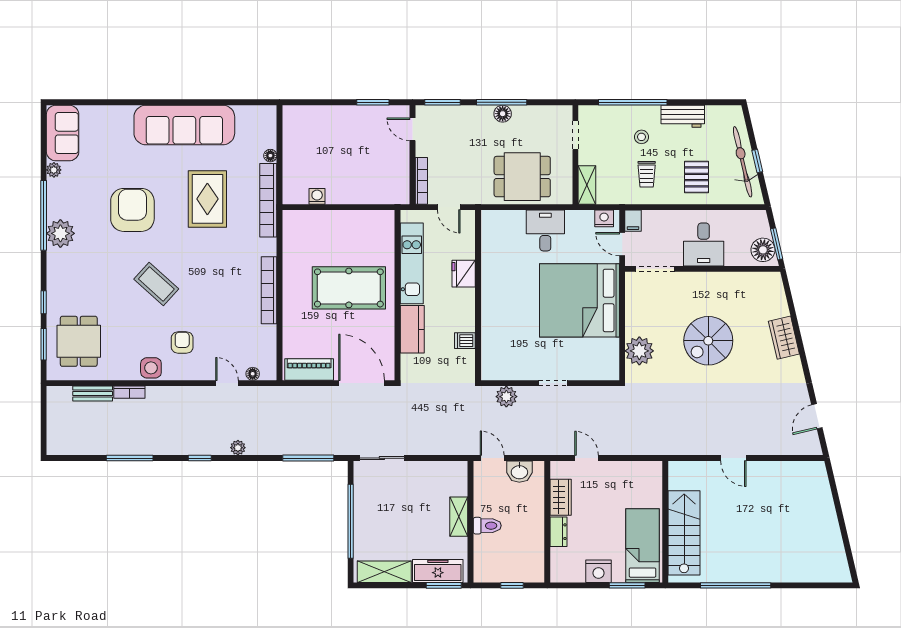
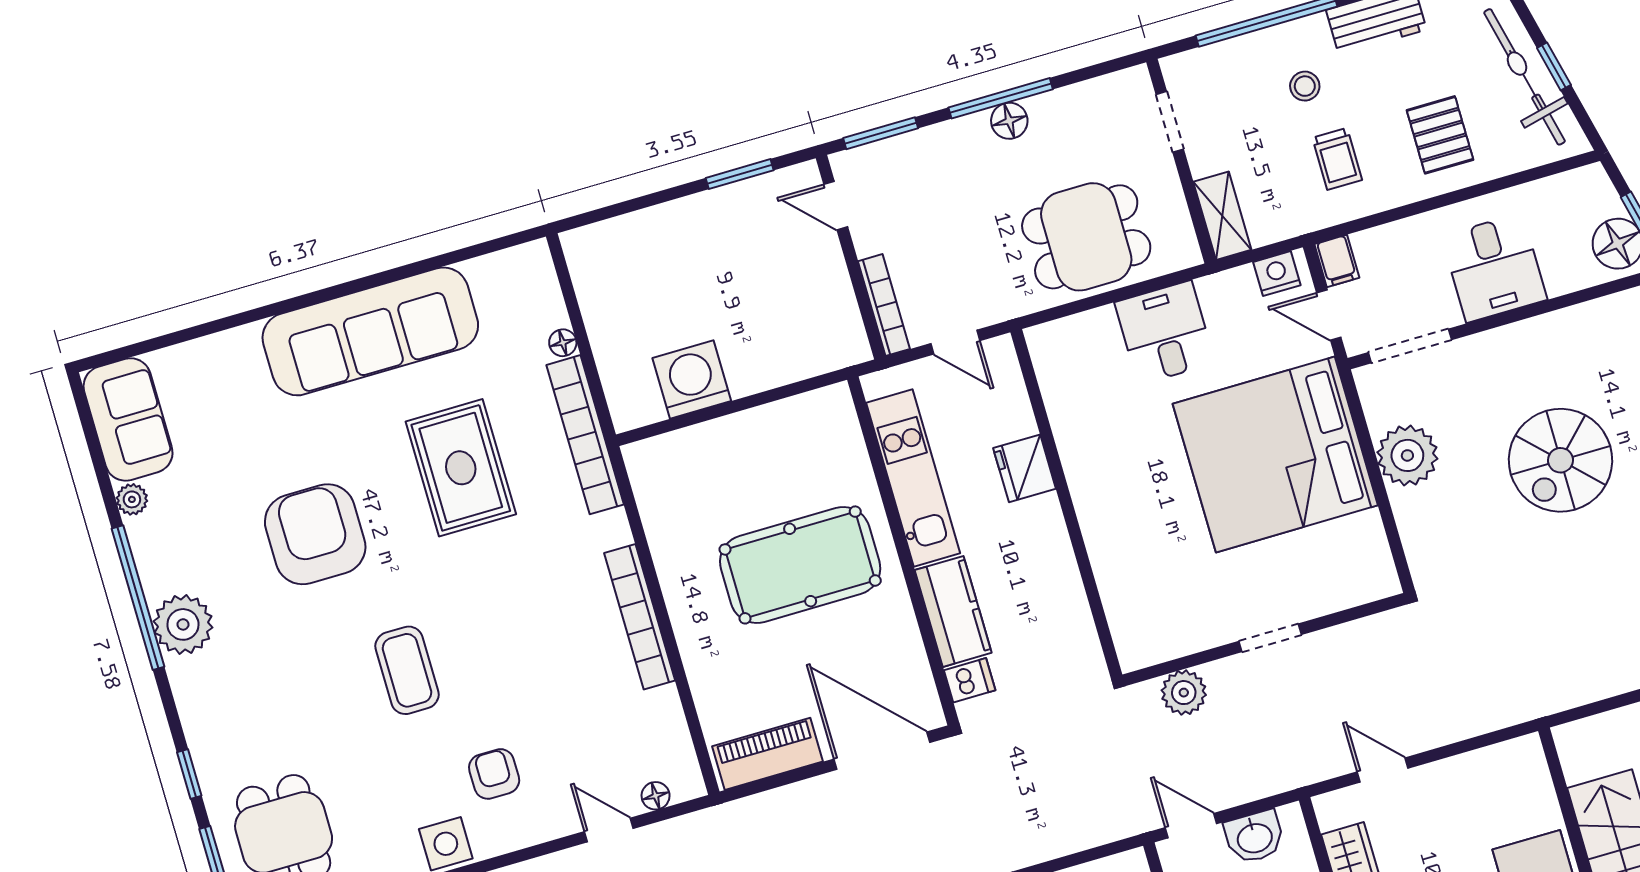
washing machine: (317, 196) -> (692, 379), width x1.89, depth x1.89
coffee table: (156, 284) -> (407, 670), turned 48
dishwasher: (465, 341) -> (970, 680), moved, turned 180
plant: (639, 351) -> (1407, 455), moved

